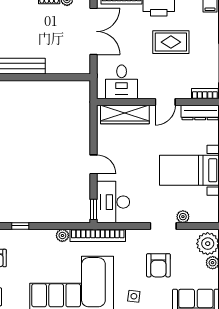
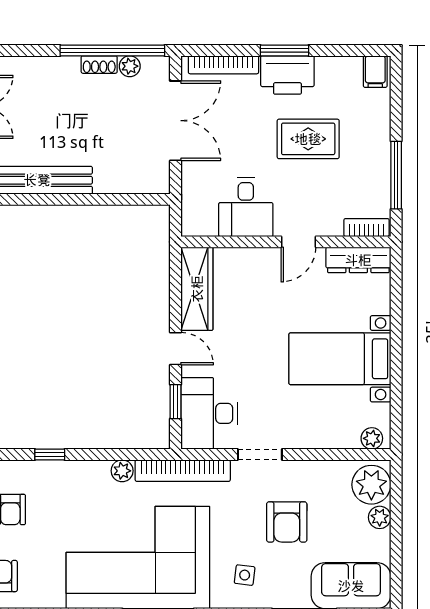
desk: (122, 82) -> (246, 207), moved
wardrobe: (125, 115) -> (197, 289), moved, turned -90
window: (94, 209) -> (175, 402), moved
plant: (183, 217) -> (372, 438), moved
doorway: (163, 226) -> (260, 455), moved

